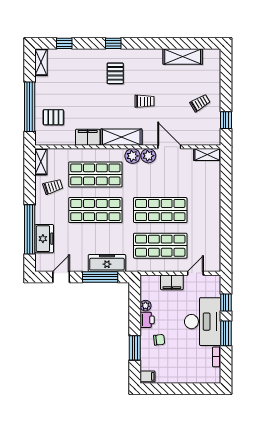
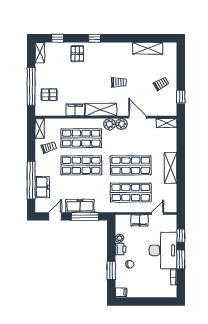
pallet: (115, 73) -> (77, 54), moved
shelving: (213, 213) -> (171, 168), added
freezer: (107, 263) -> (80, 206), moved

